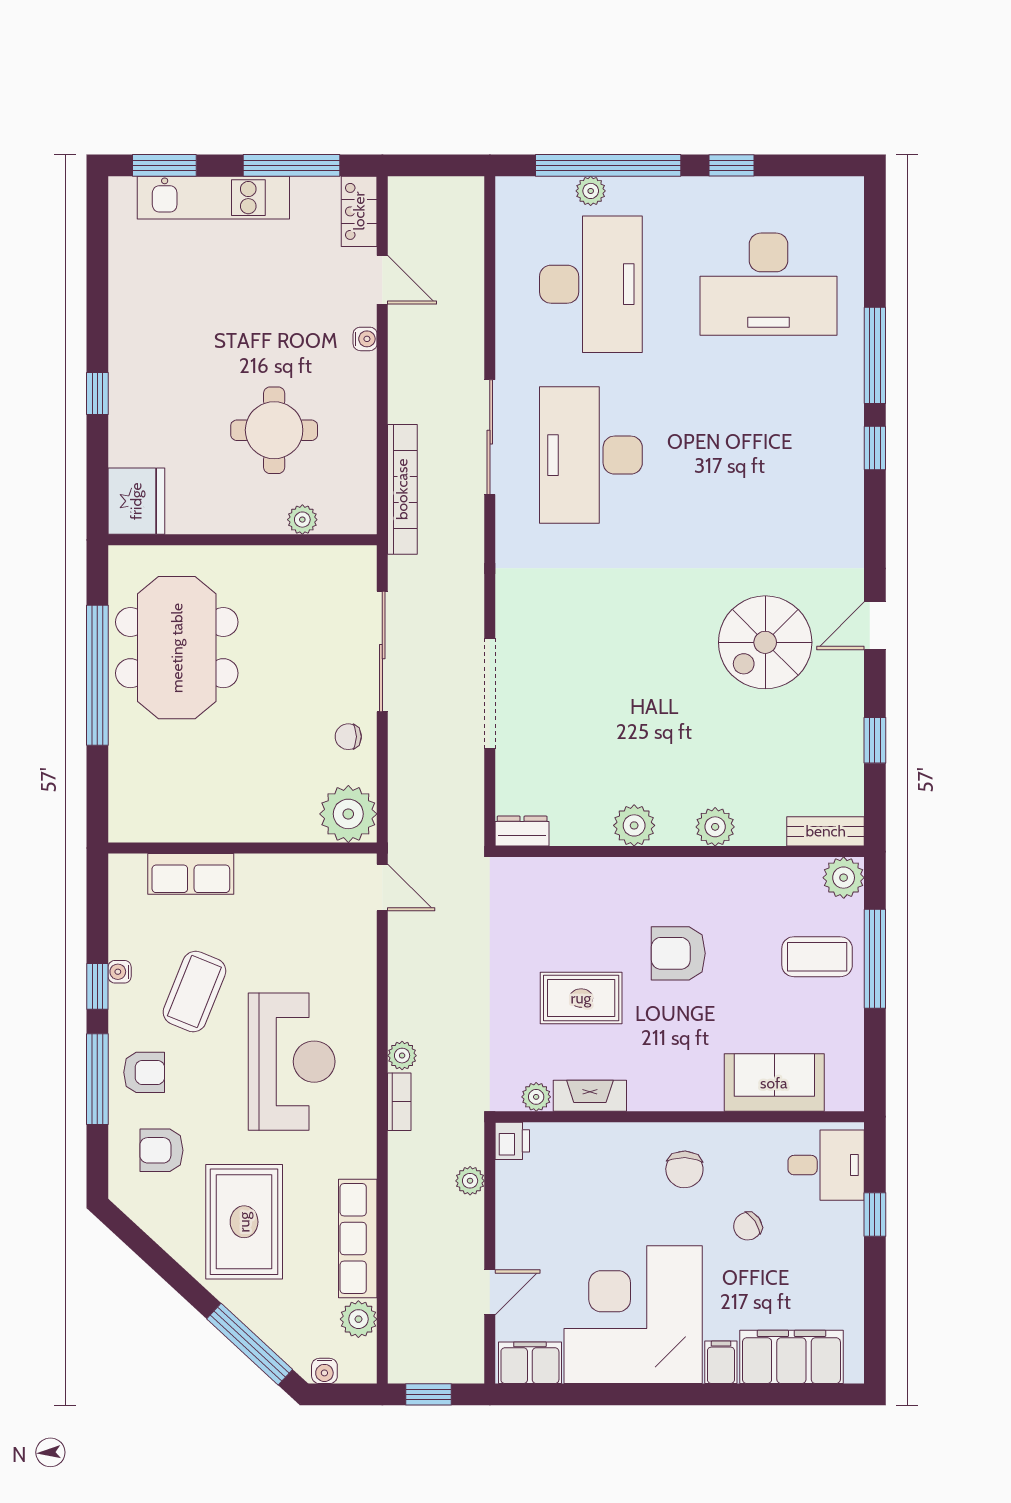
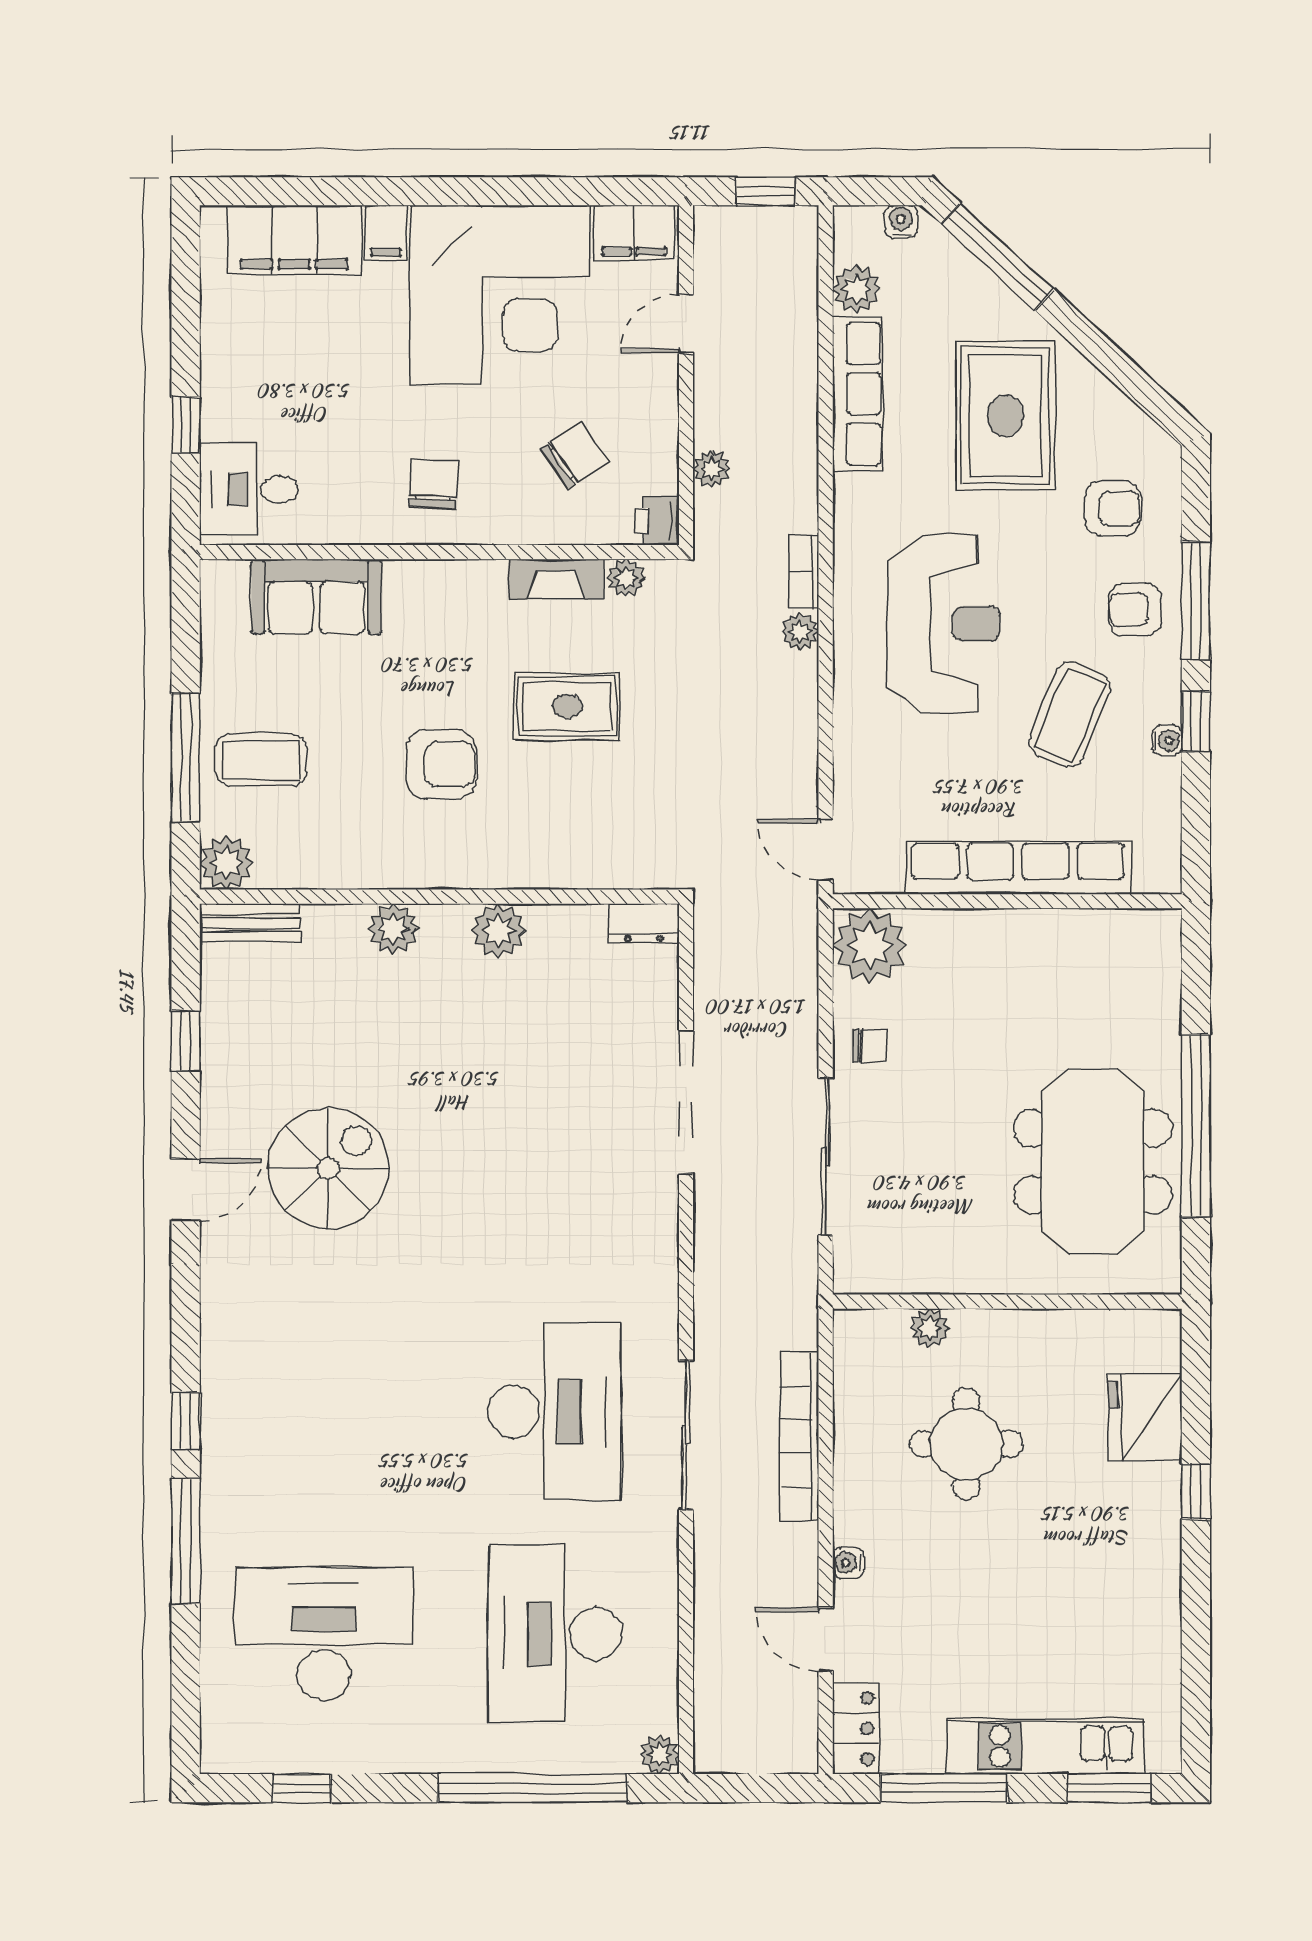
window: (732, 165) -> (302, 1788), moved
plant: (591, 191) -> (660, 1755), moved
bookcase: (402, 489) -> (800, 1437), moved
fridge: (136, 501) -> (1145, 1417), moved
row of seats: (191, 874) -> (1018, 868), width x2.02
reception desk: (292, 1062) -> (944, 624), turned 180
chair: (748, 1226) -> (575, 455), moved, width x1.37, depth x1.37

